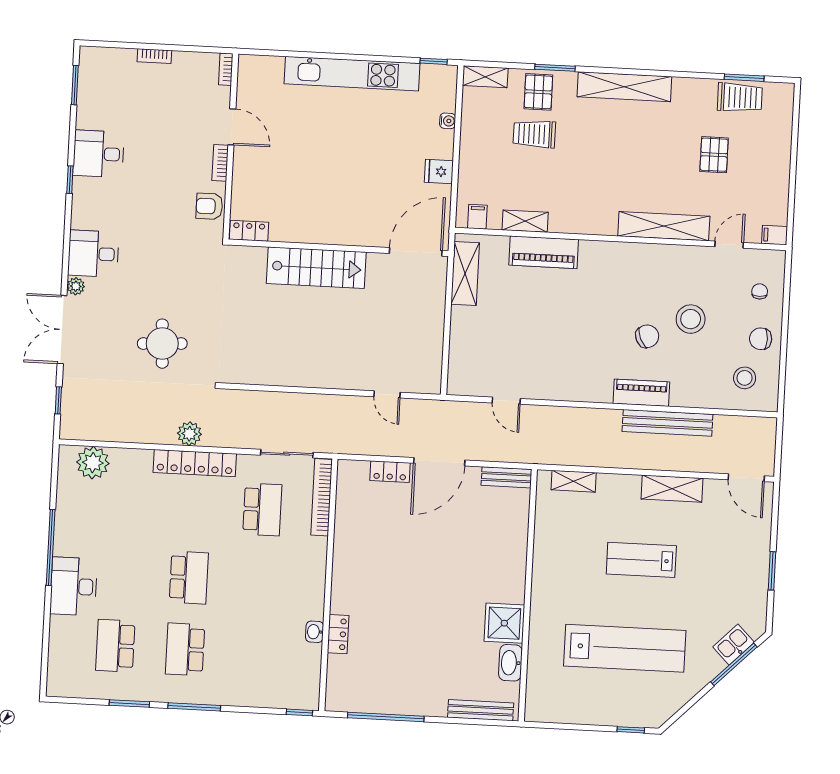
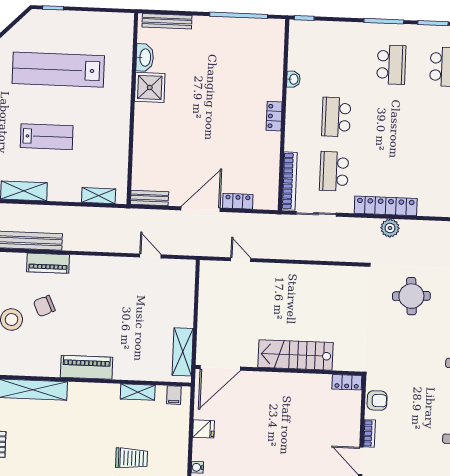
piano: (544, 252) -> (87, 367), moved
school desk: (189, 578) -> (336, 117), moved
locker: (338, 634) -> (274, 116), moved

